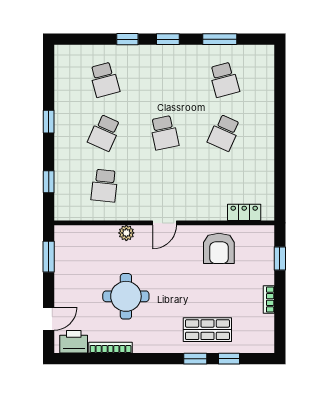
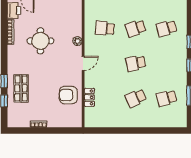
school desk: (104, 133) -> (136, 28), turned -42
school desk: (224, 133) -> (136, 98), turned -48
locker: (244, 212) -> (89, 97), moved
door: (164, 223) -> (83, 63), swing flipped
window: (280, 258) -> (62, 131), removed

